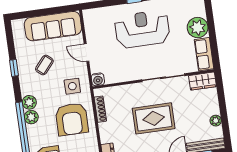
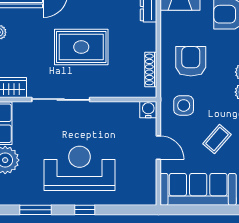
reception desk: (142, 29) -> (79, 168), turned 180
armchair: (72, 119) -> (191, 61), width x0.73, depth x0.73

